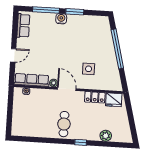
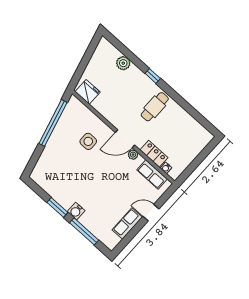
row of seats: (23, 26) -> (127, 224), moved
window: (117, 49) -> (53, 123), moved
row of seats: (32, 80) -> (152, 174), width x0.68
door: (67, 89) -> (125, 139), hinge flipped
locker: (95, 97) -> (154, 154), moved

